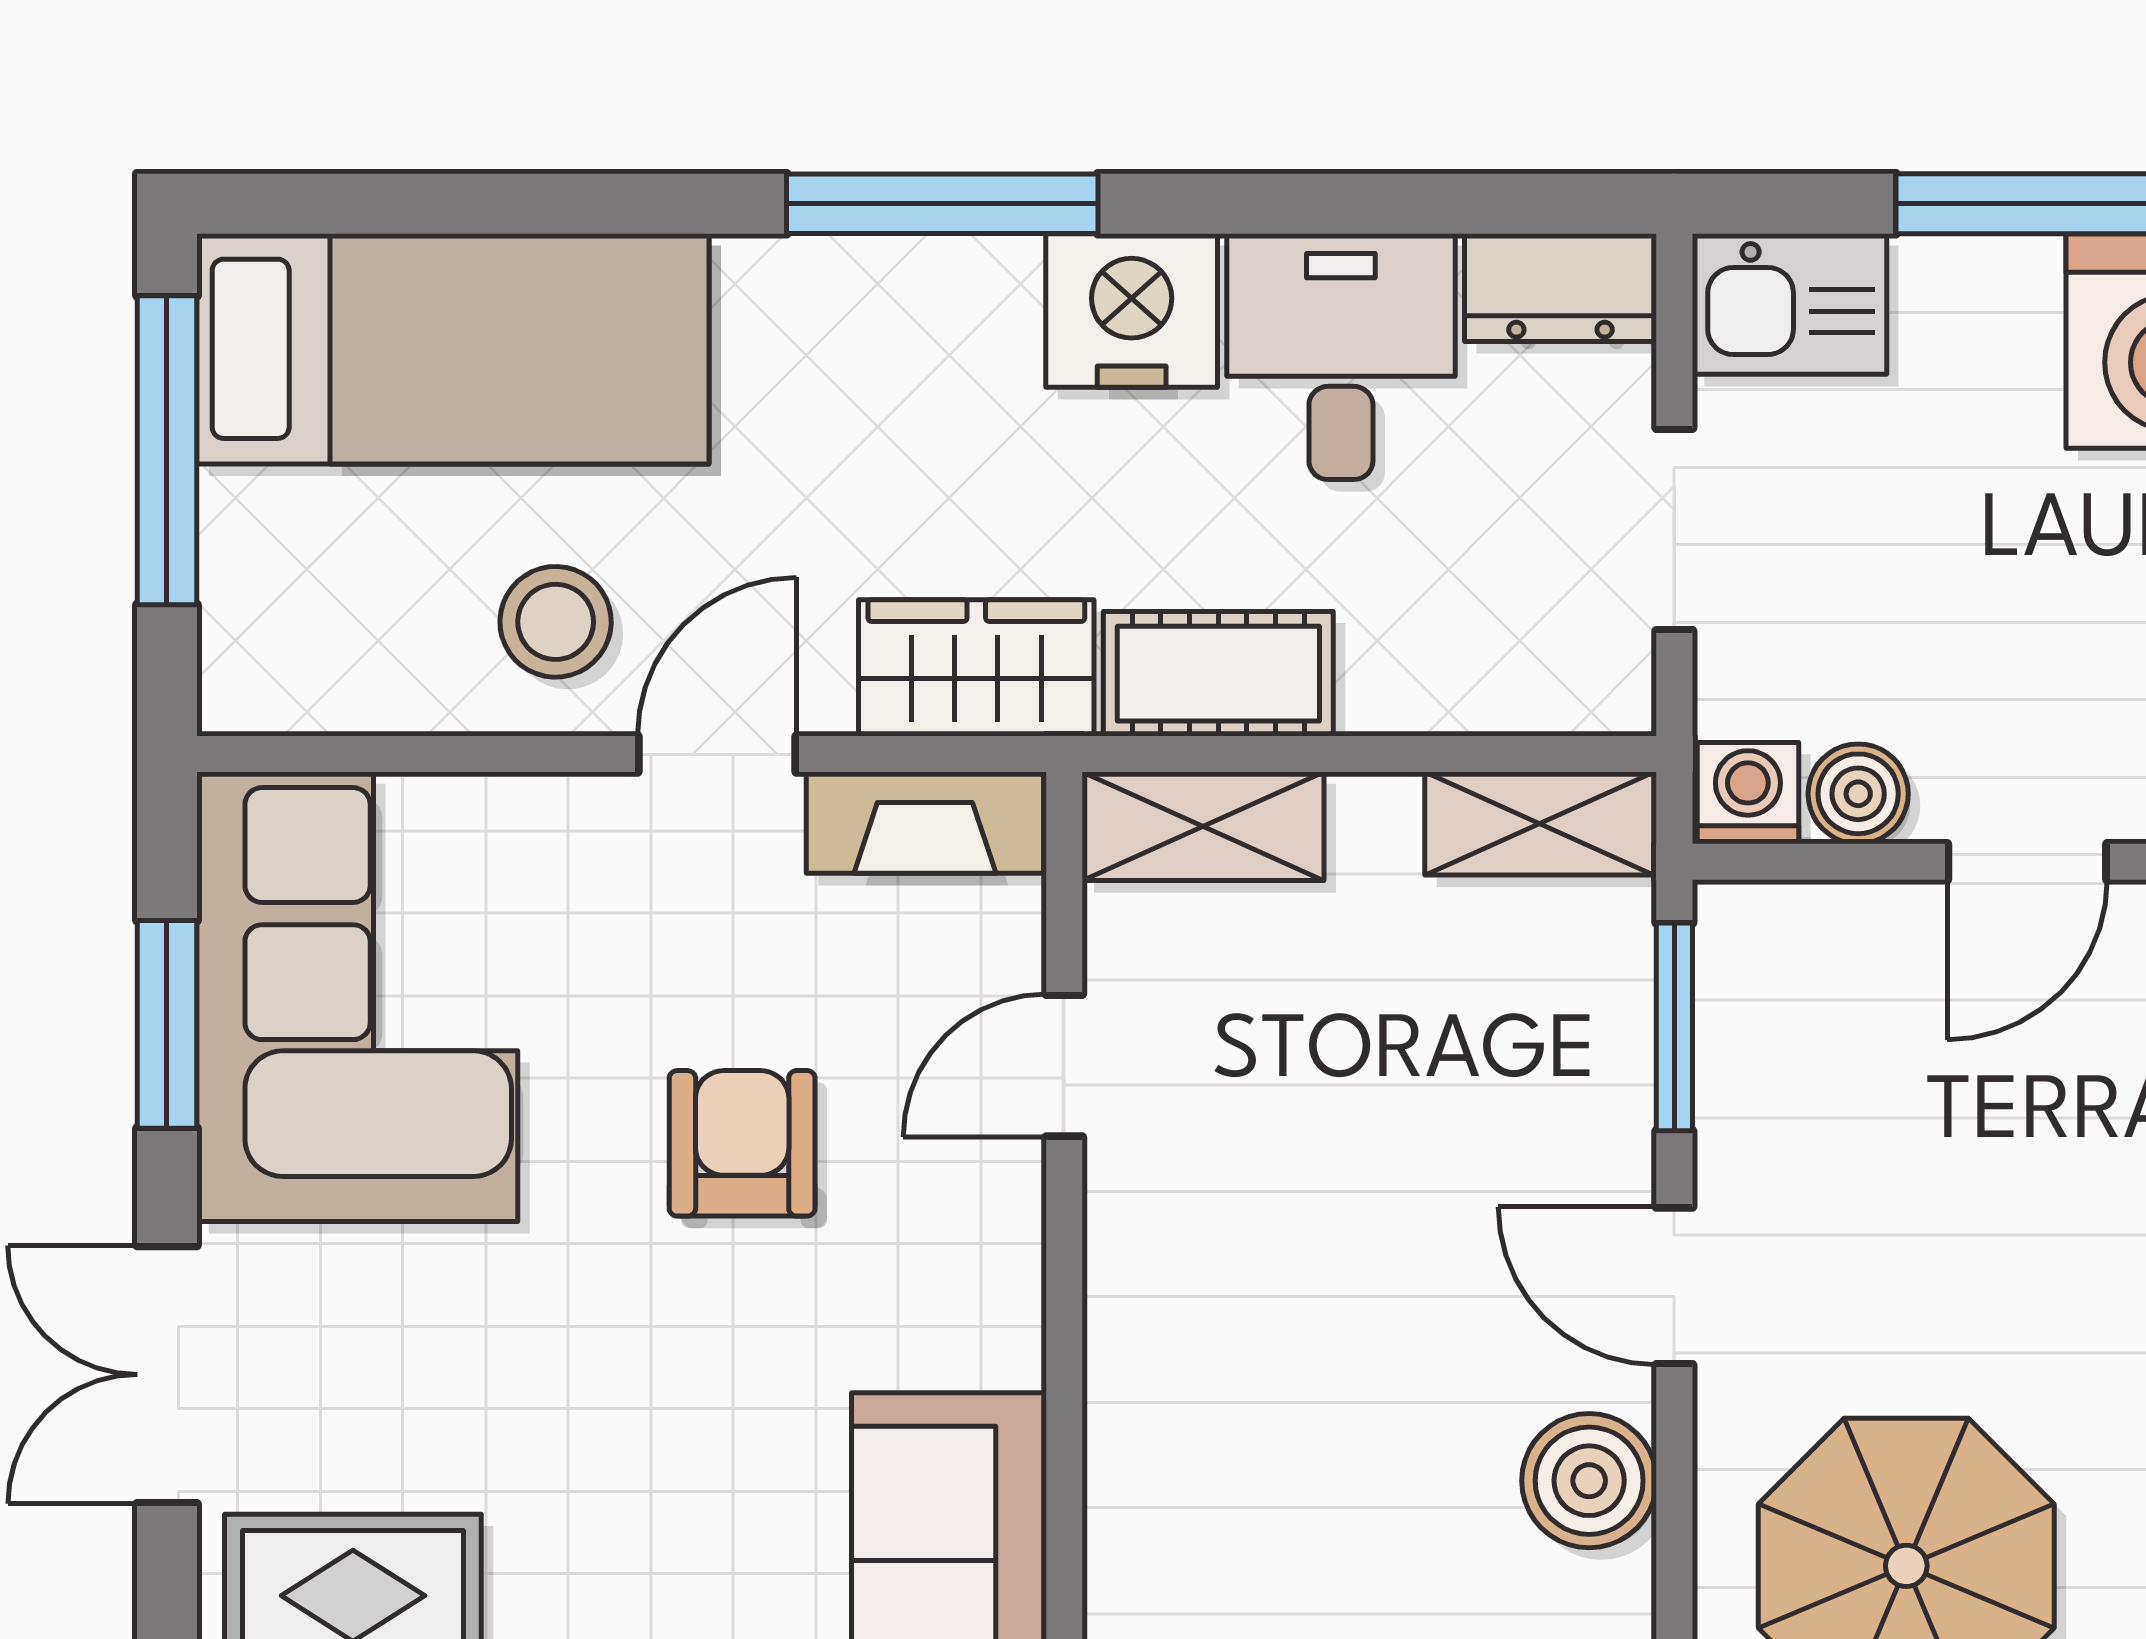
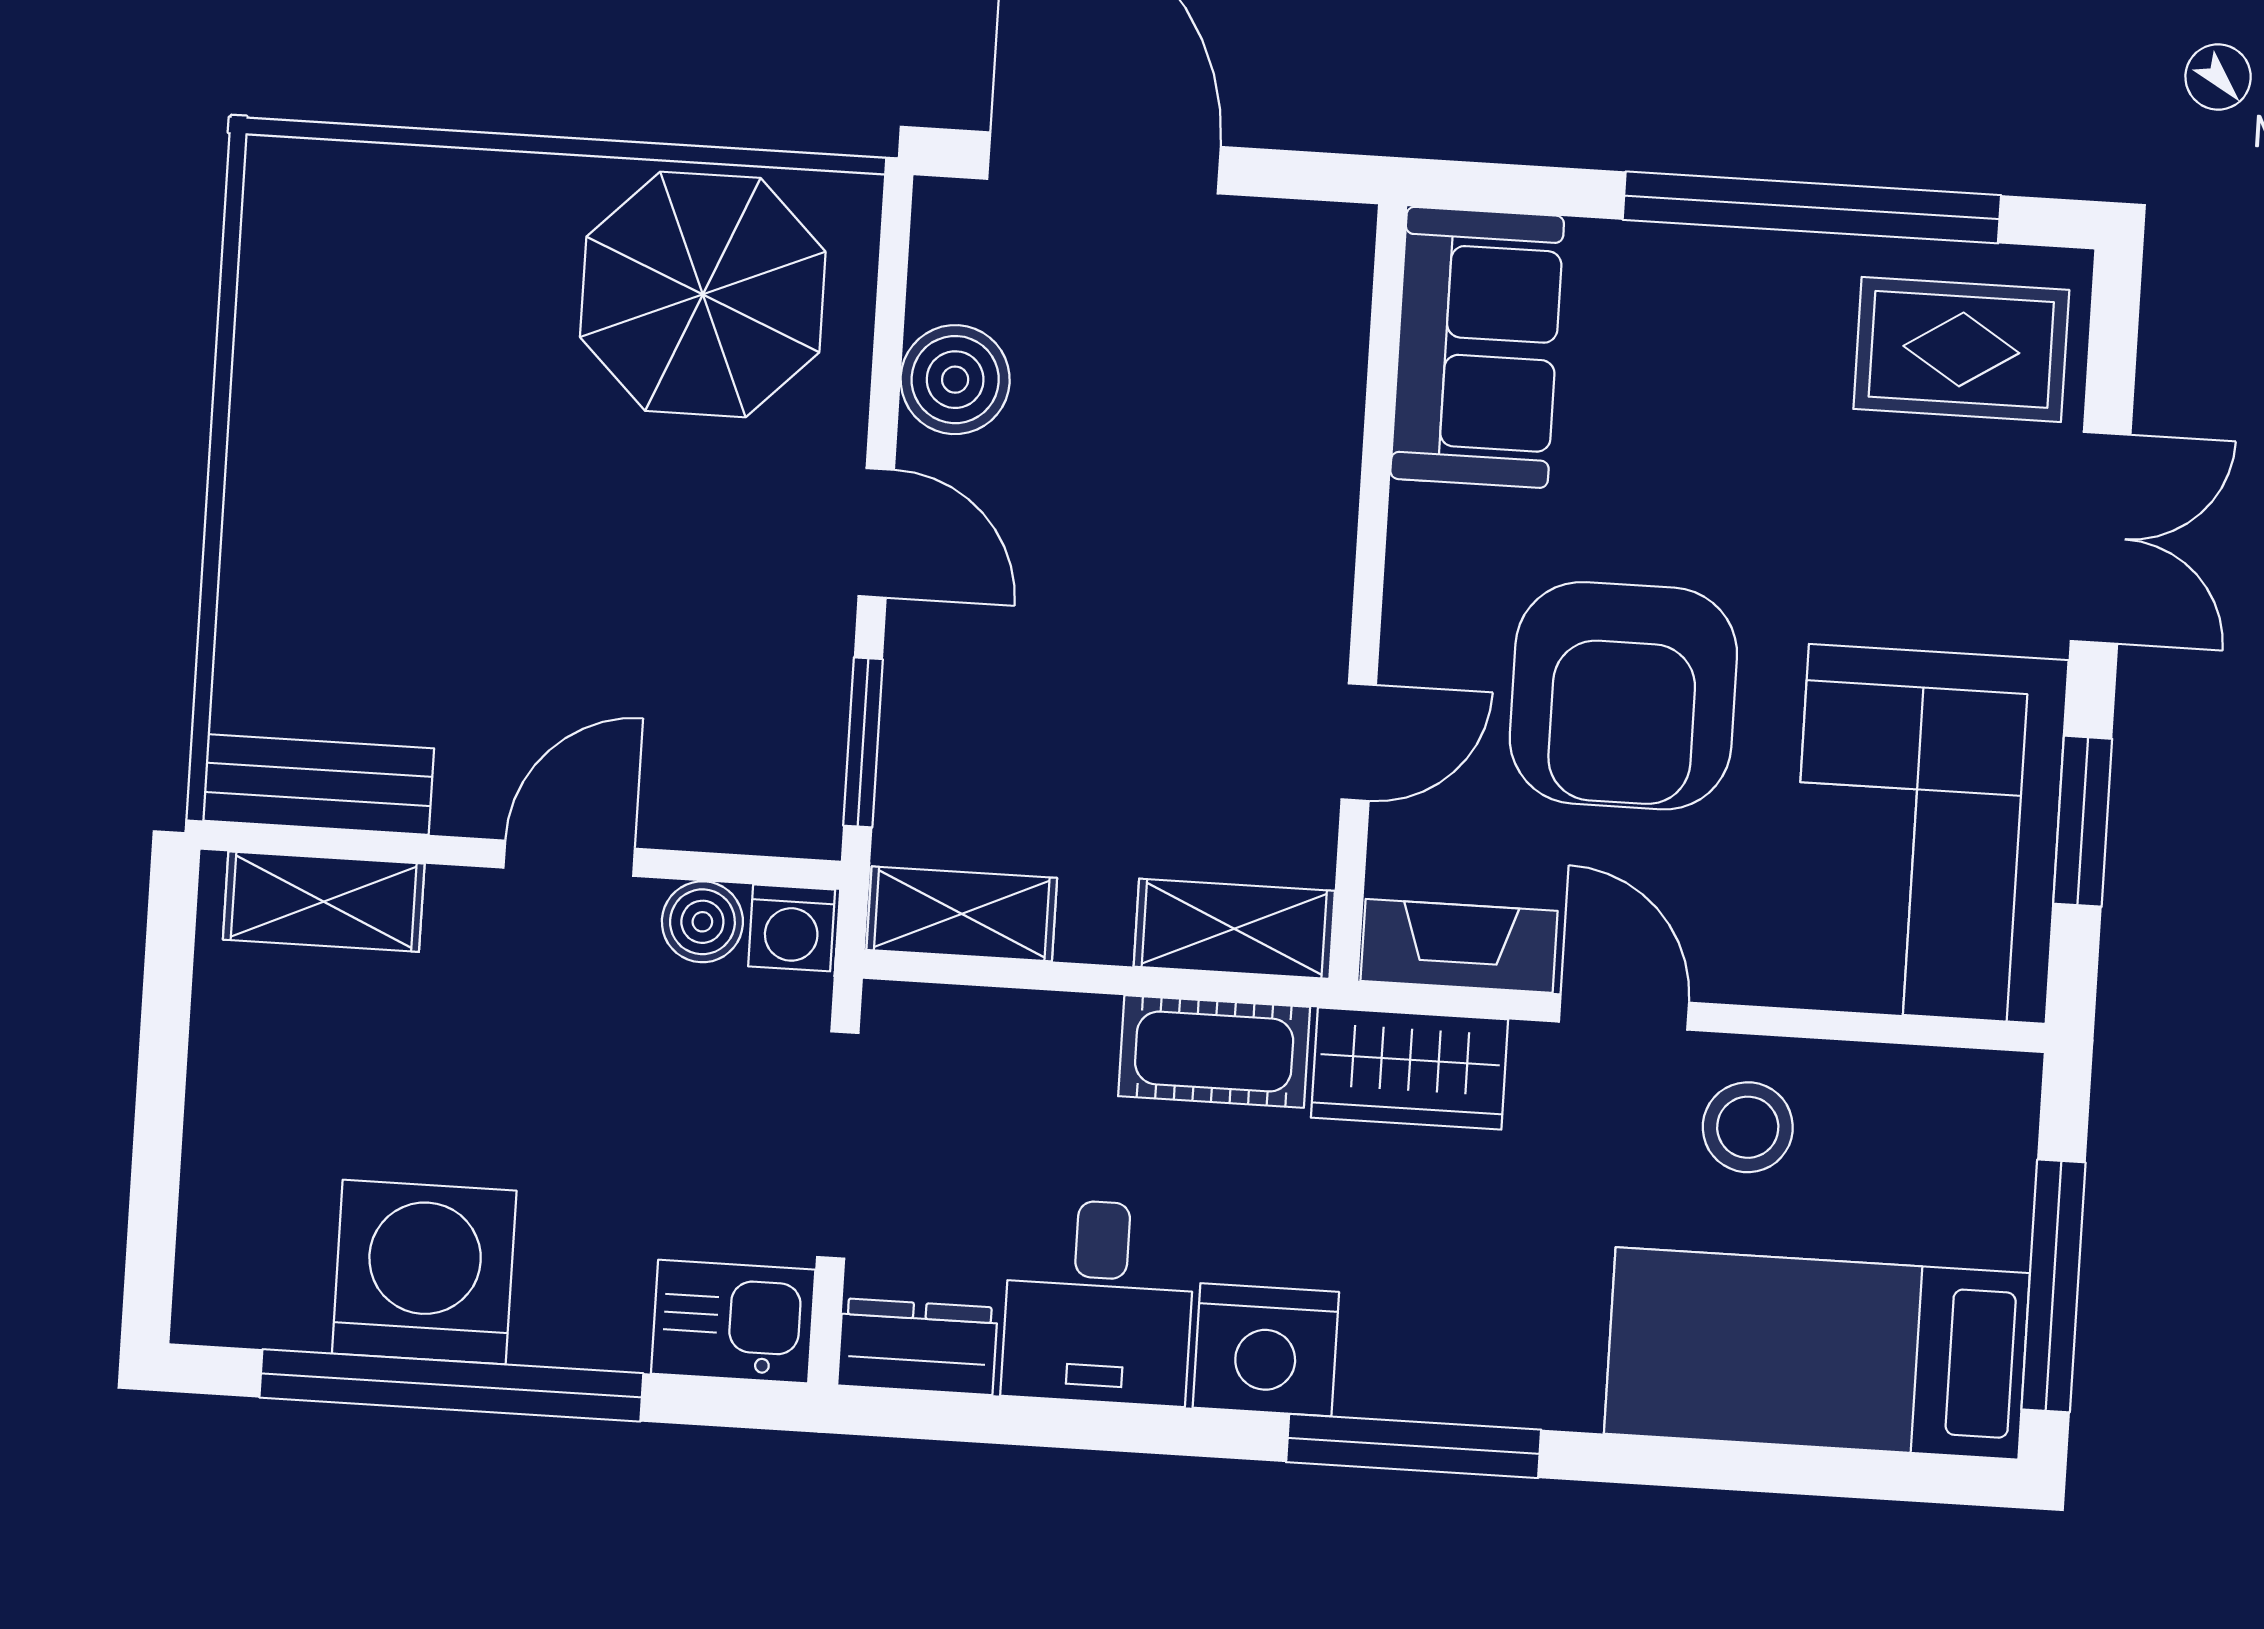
doorway: (1674, 529) -> (838, 1145), width x1.38
door: (717, 754) -> (1624, 1012), swing flipped
armchair: (742, 1143) -> (1623, 696), width x1.88, depth x1.88

